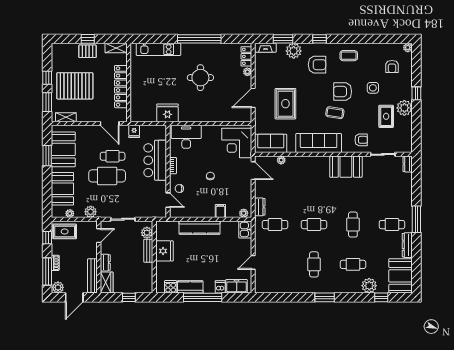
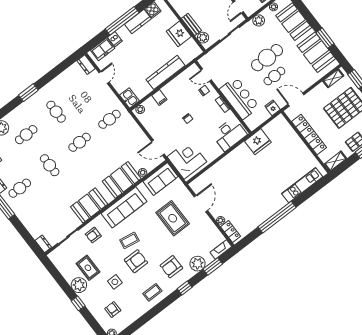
round table: (200, 78) -> (253, 188), removed
booth: (303, 167) -> (122, 180), added
dresser: (260, 207) -> (86, 65), moved

